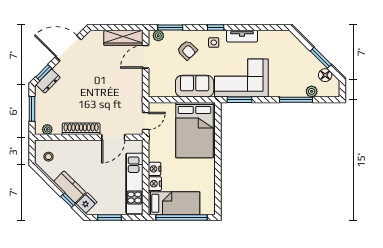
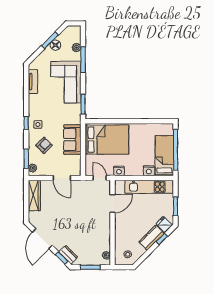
tv unit: (242, 36) -> (33, 82), moved
door: (146, 57) -> (62, 178), moved
floor lamp: (325, 75) -> (55, 45), moved
corner sofa: (241, 78) -> (66, 82), moved
shoe rack: (81, 129) -> (106, 229), removed
door: (113, 137) -> (112, 203), hinge flipped
nightstand: (155, 169) -> (119, 171), moved

